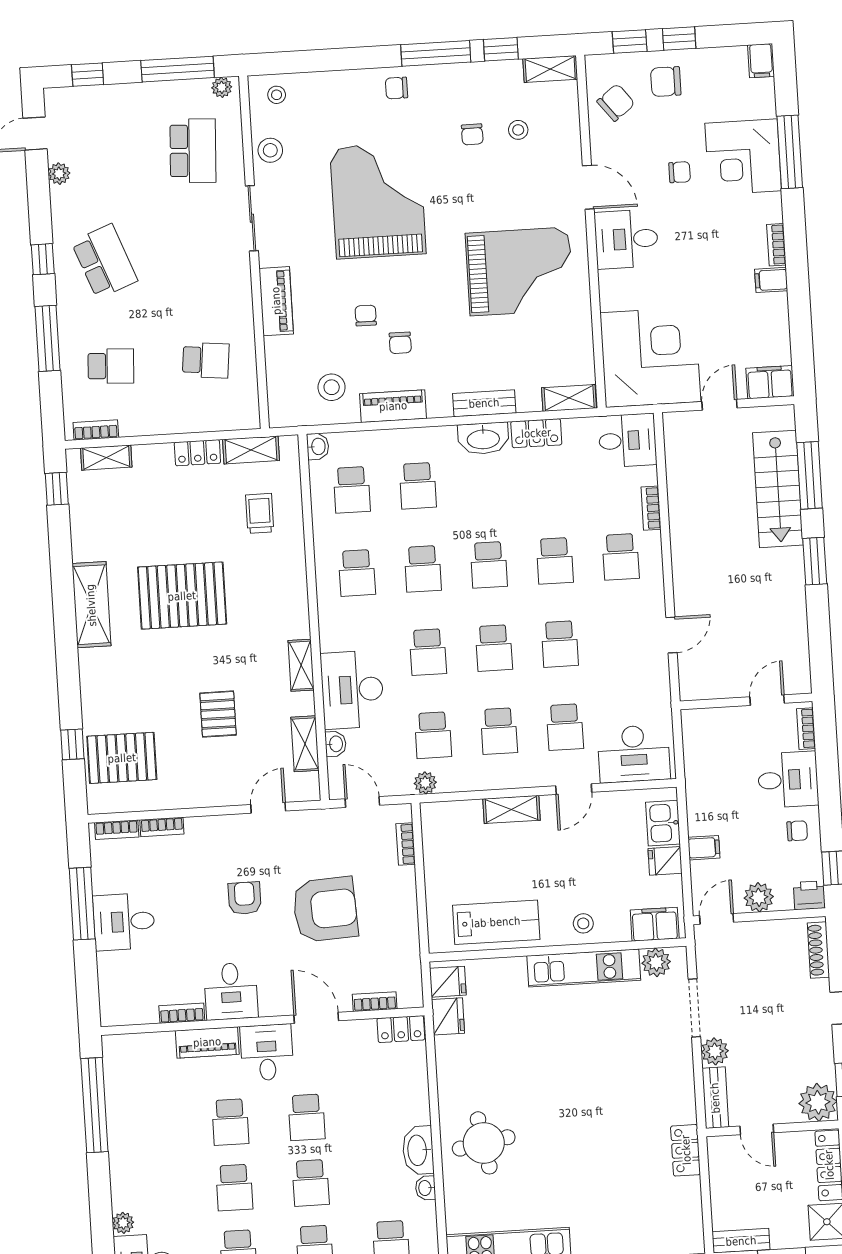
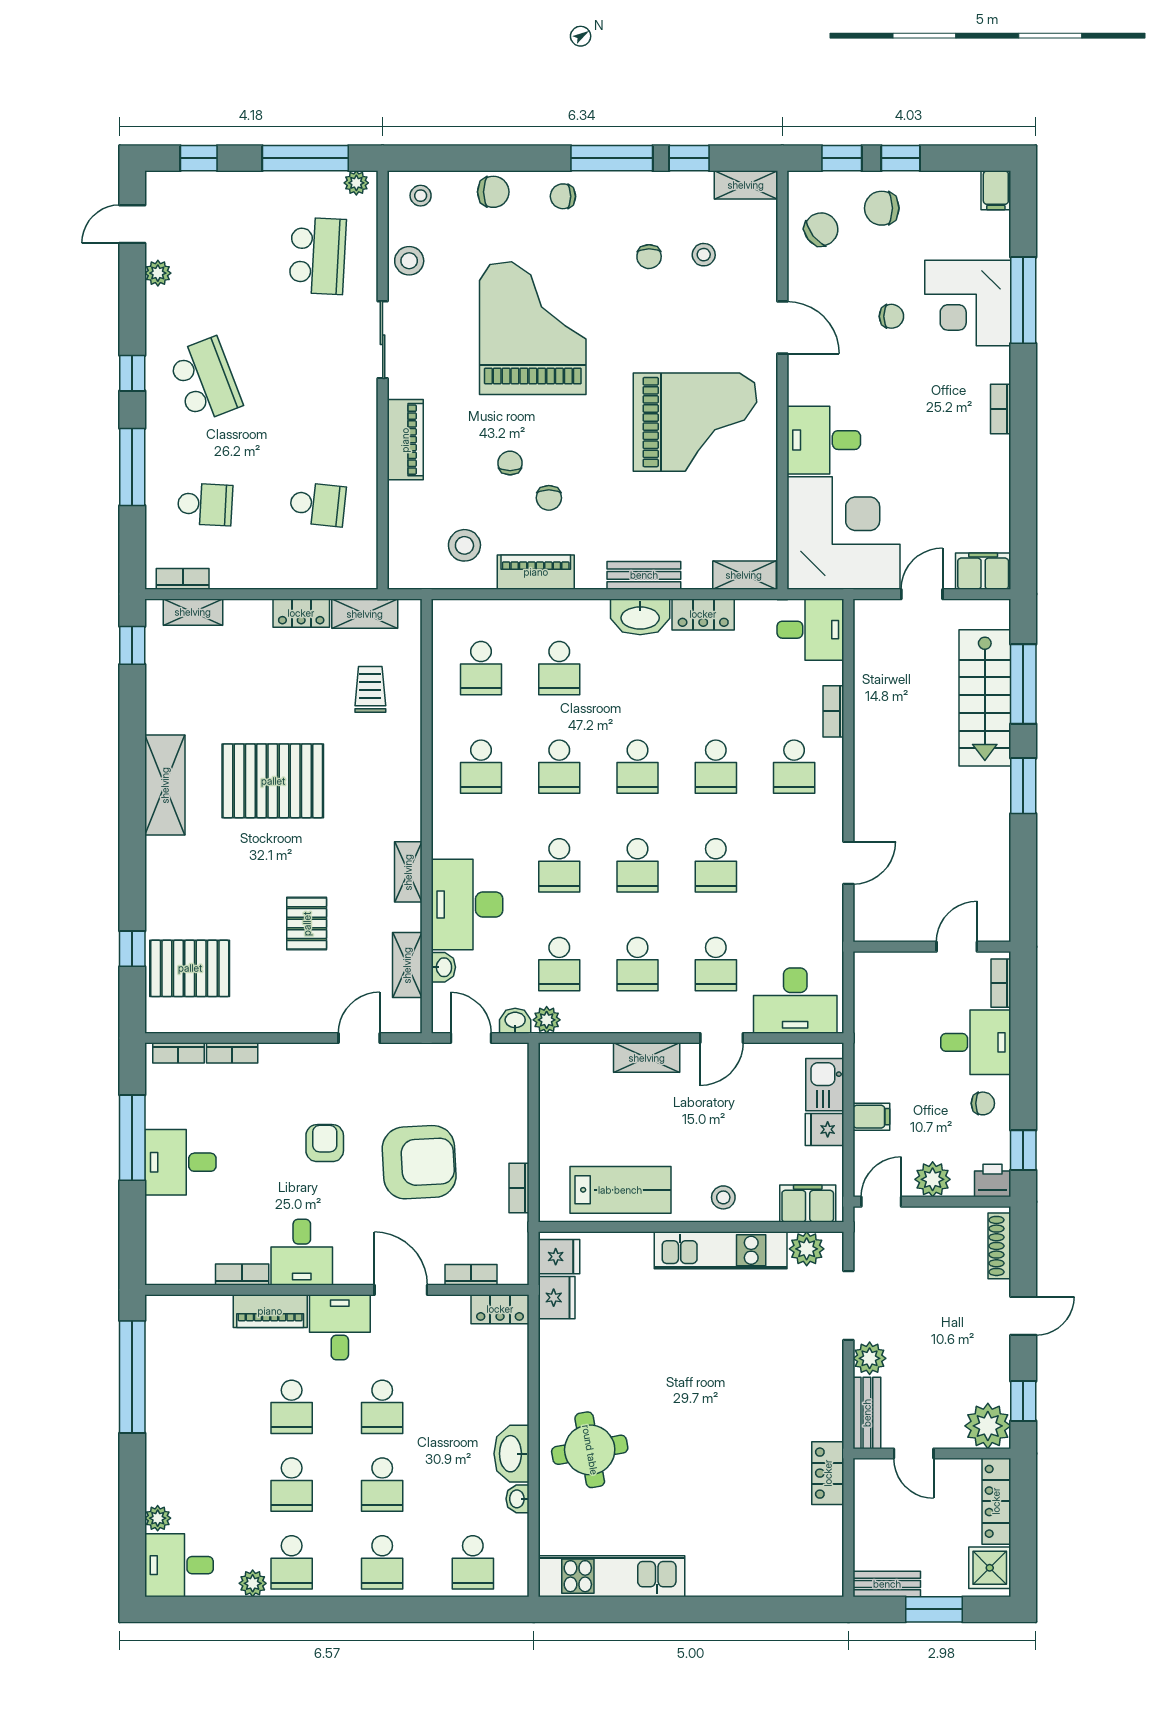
chair: (338, 88) -> (493, 192), added
desk: (626, 239) -> (824, 440), moved
filing cabinet: (771, 280) -> (992, 450), removed
washbasin: (318, 446) -> (515, 1021), moved, turned -90
bookcase: (406, 844) -> (519, 1188), moved

